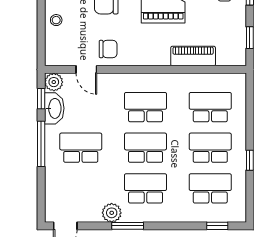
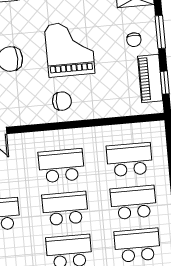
chair: (108, 49) -> (62, 101), moved
piano: (193, 56) -> (150, 78), moved, turned -90

